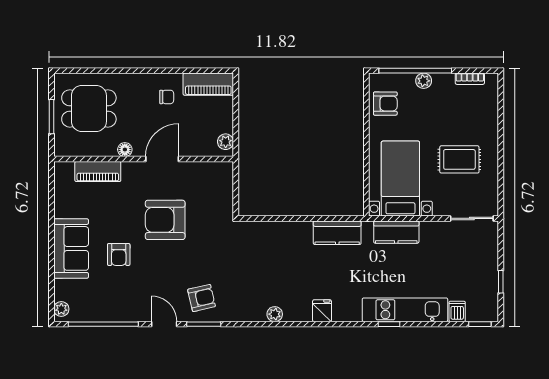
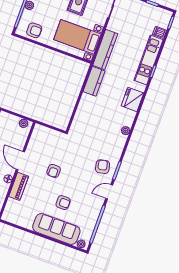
armchair: (385, 104) -> (34, 30), turned 90
piano: (98, 172) -> (19, 186), moved
armchair: (165, 220) -> (54, 171), width x0.53, depth x0.53
kitchen counter: (396, 232) -> (105, 50), width x1.50
sofa: (71, 248) -> (56, 229), width x1.36
fridge: (322, 311) -> (132, 99), width x1.88, depth x1.34

